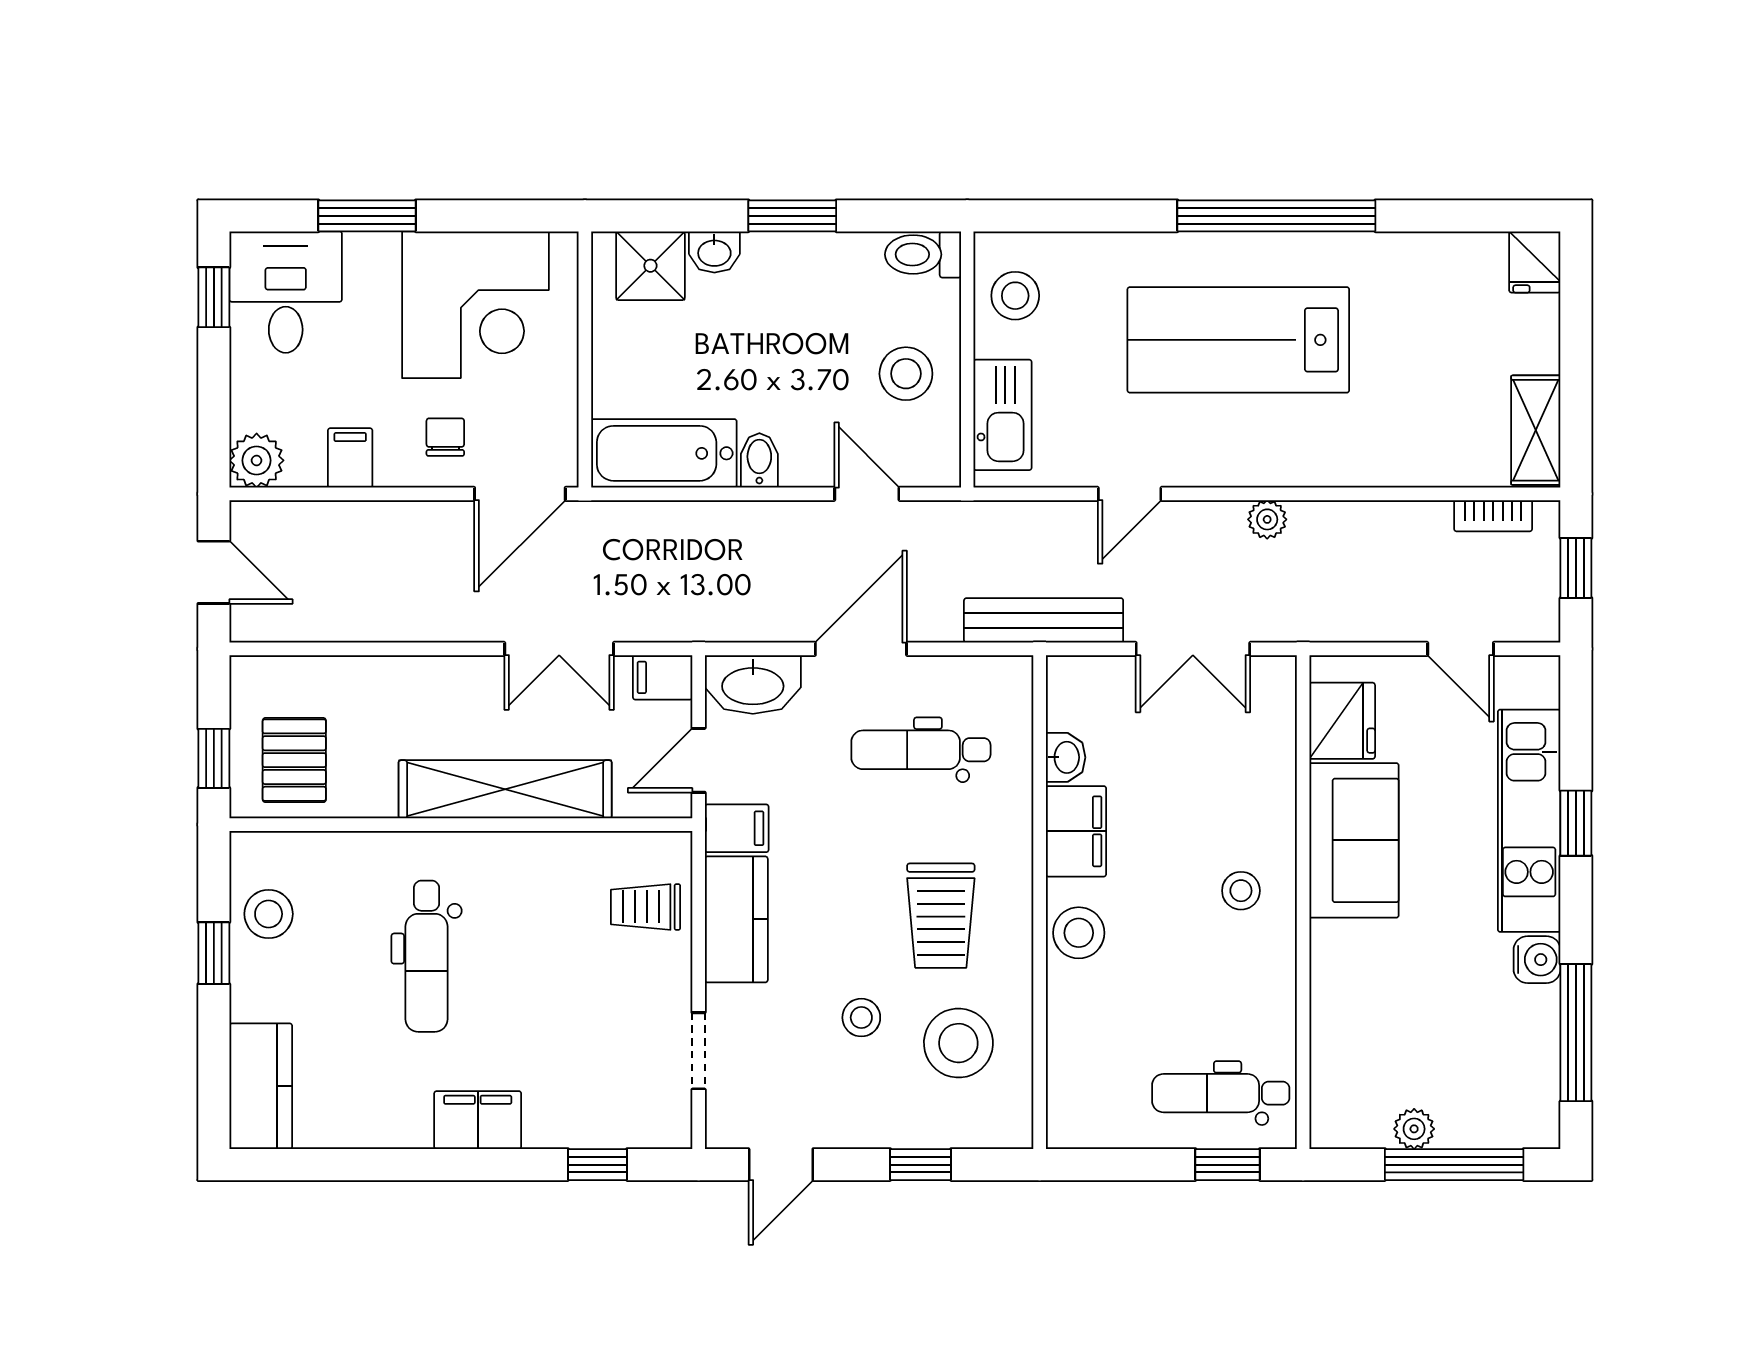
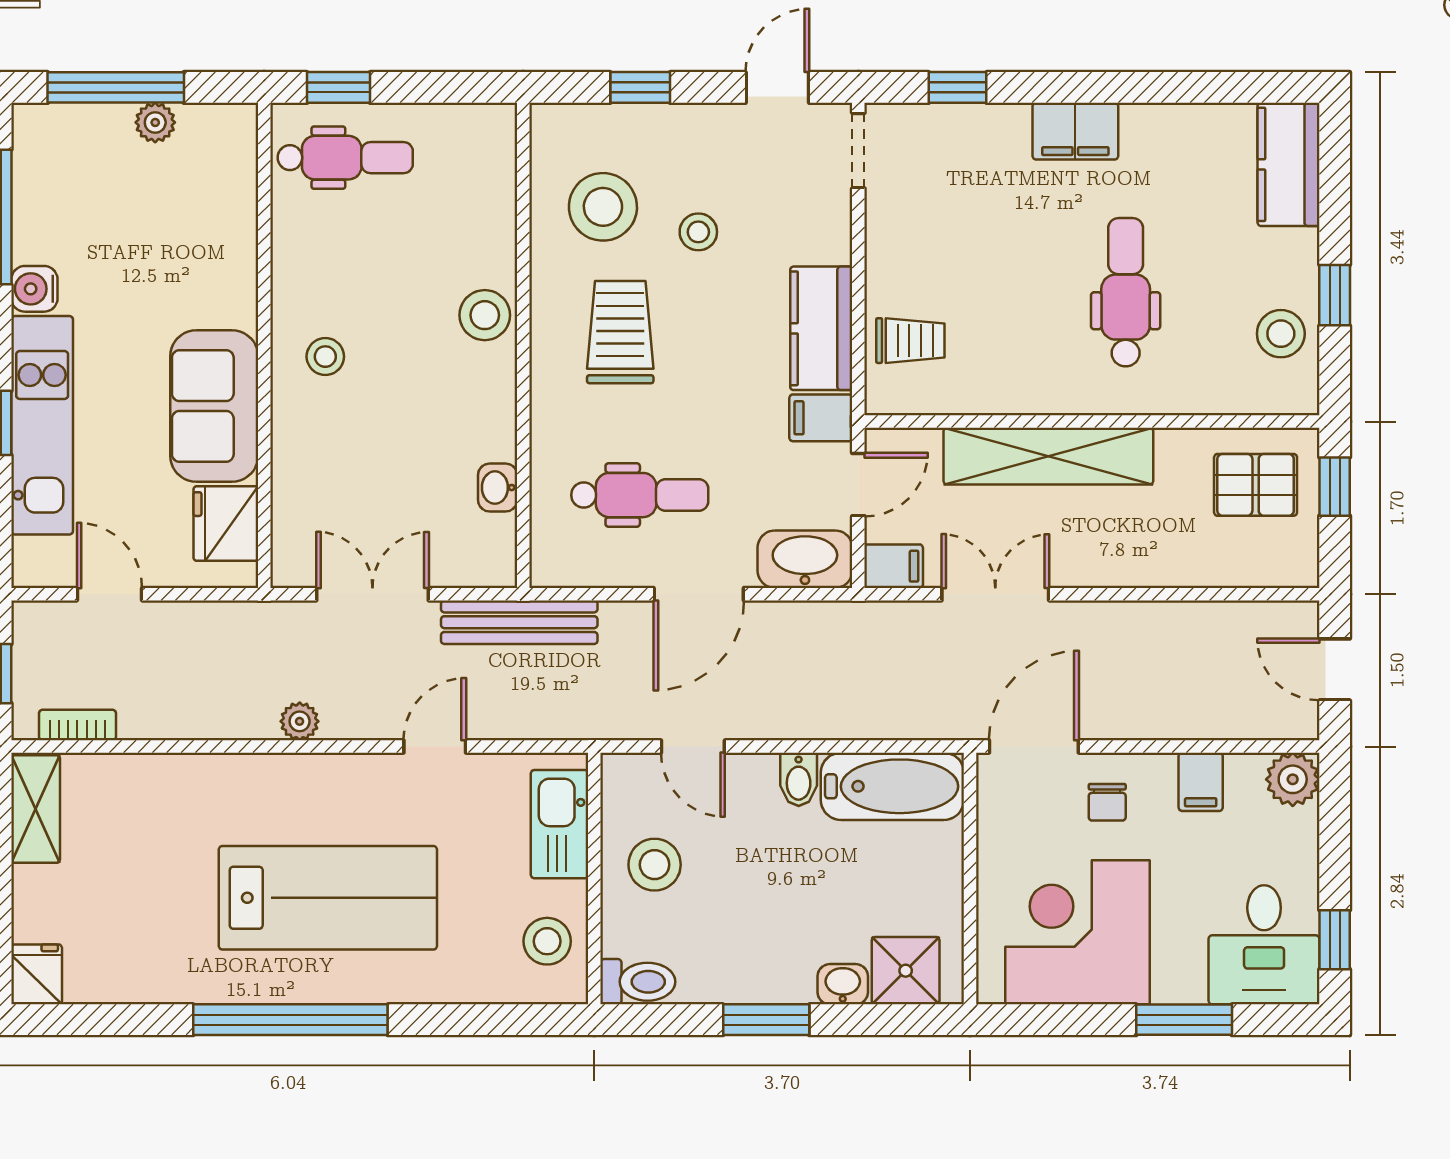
pallet: (294, 760) -> (1256, 485), turned 90
filing cabinet: (1076, 831) -> (487, 415), removed
doorway: (699, 1051) -> (858, 151), moved

